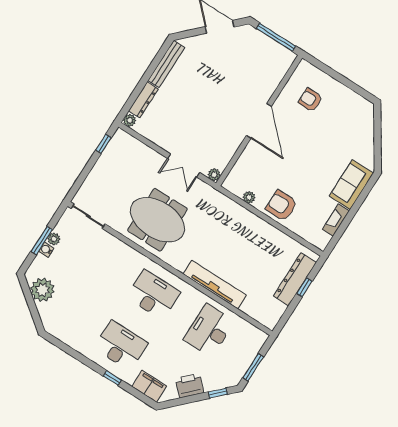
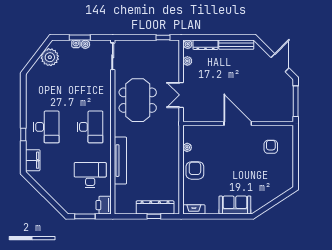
door: (259, 121) -> (238, 124), swing flipped
plant: (214, 175) -> (187, 61), moved
fireplace: (336, 220) -> (194, 209), moved
printer: (190, 386) -> (104, 205), moved, turned -135
window: (218, 393) -> (55, 205), removed

